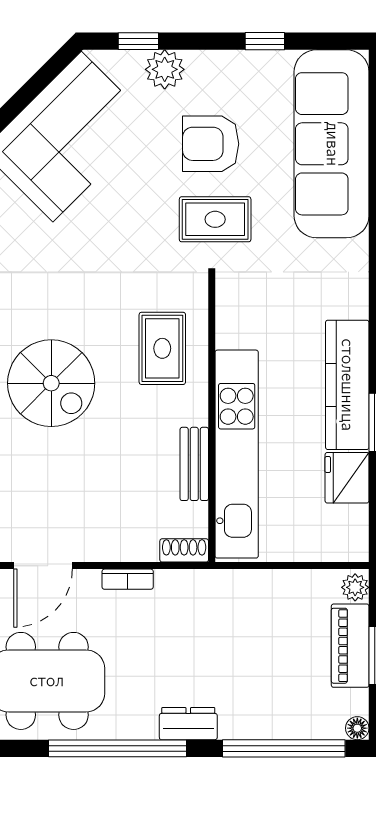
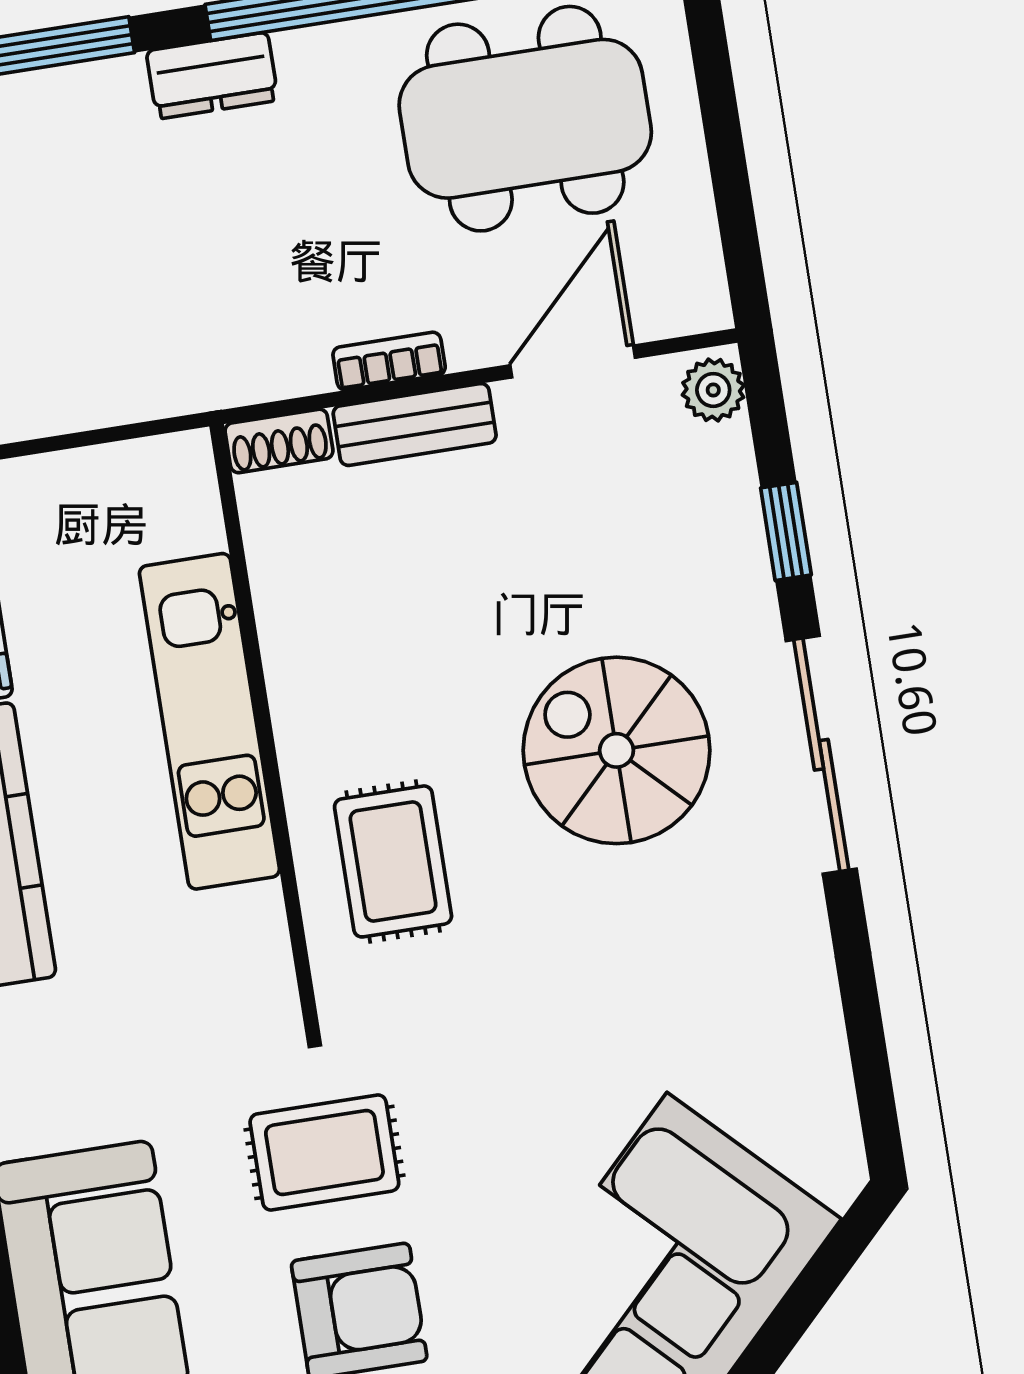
kitchen unit: (237, 454) -> (209, 721), width x0.73
bench: (194, 464) -> (415, 424), moved, turned 90

